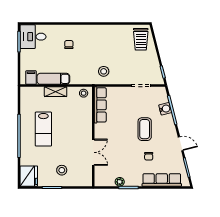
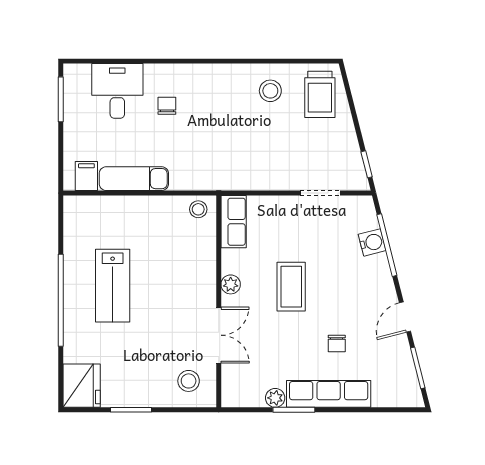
desk: (33, 37) -> (117, 91), moved, turned 90
stool: (104, 71) -> (270, 91), moved
shelving: (56, 92) -> (139, 206), removed
row of seats: (100, 105) -> (234, 222), width x0.68
plant: (99, 129) -> (231, 284), added
coffee table: (145, 129) -> (291, 287), moved
door: (181, 144) -> (405, 317), swing flipped
stool: (62, 170) -> (189, 381), moved
row of seats: (162, 180) -> (329, 394), moved

